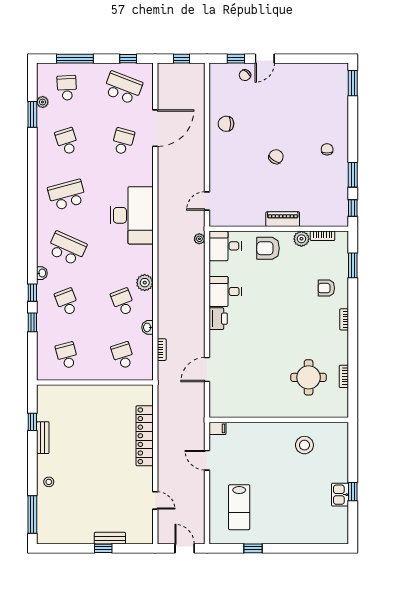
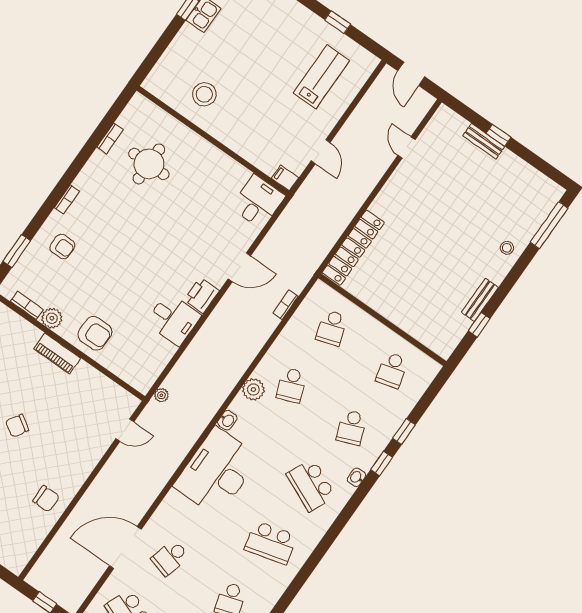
desk: (225, 246) -> (258, 202), moved, turned -90
washbasin: (147, 327) -> (227, 420), moved
door: (207, 370) -> (239, 267), moved
locker: (145, 436) -> (353, 248), moved

